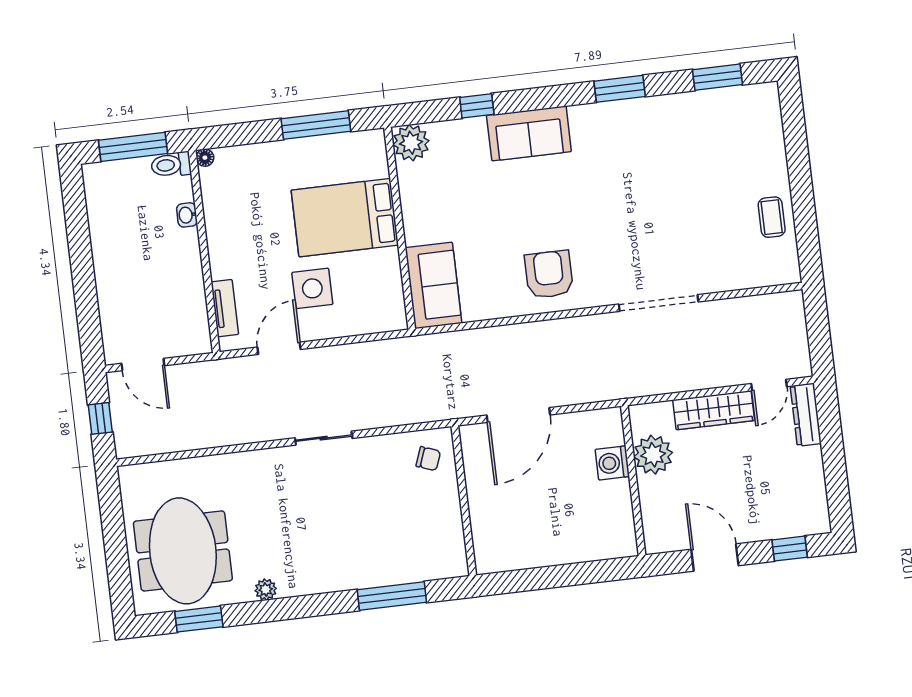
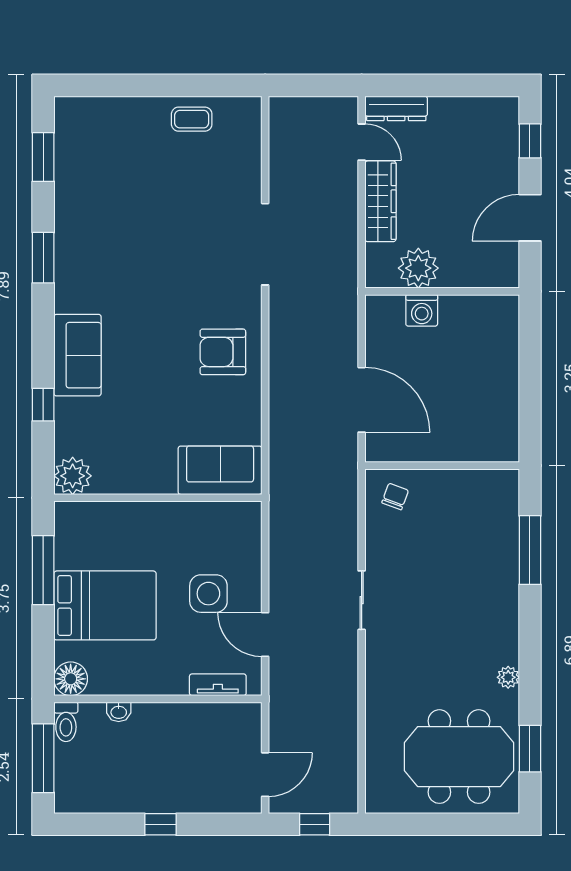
floor lamp: (205, 158) -> (71, 679), width x1.89, depth x1.89
bed: (345, 218) -> (105, 605), moved, turned -90
window: (82, 269) -> (160, 824), added

